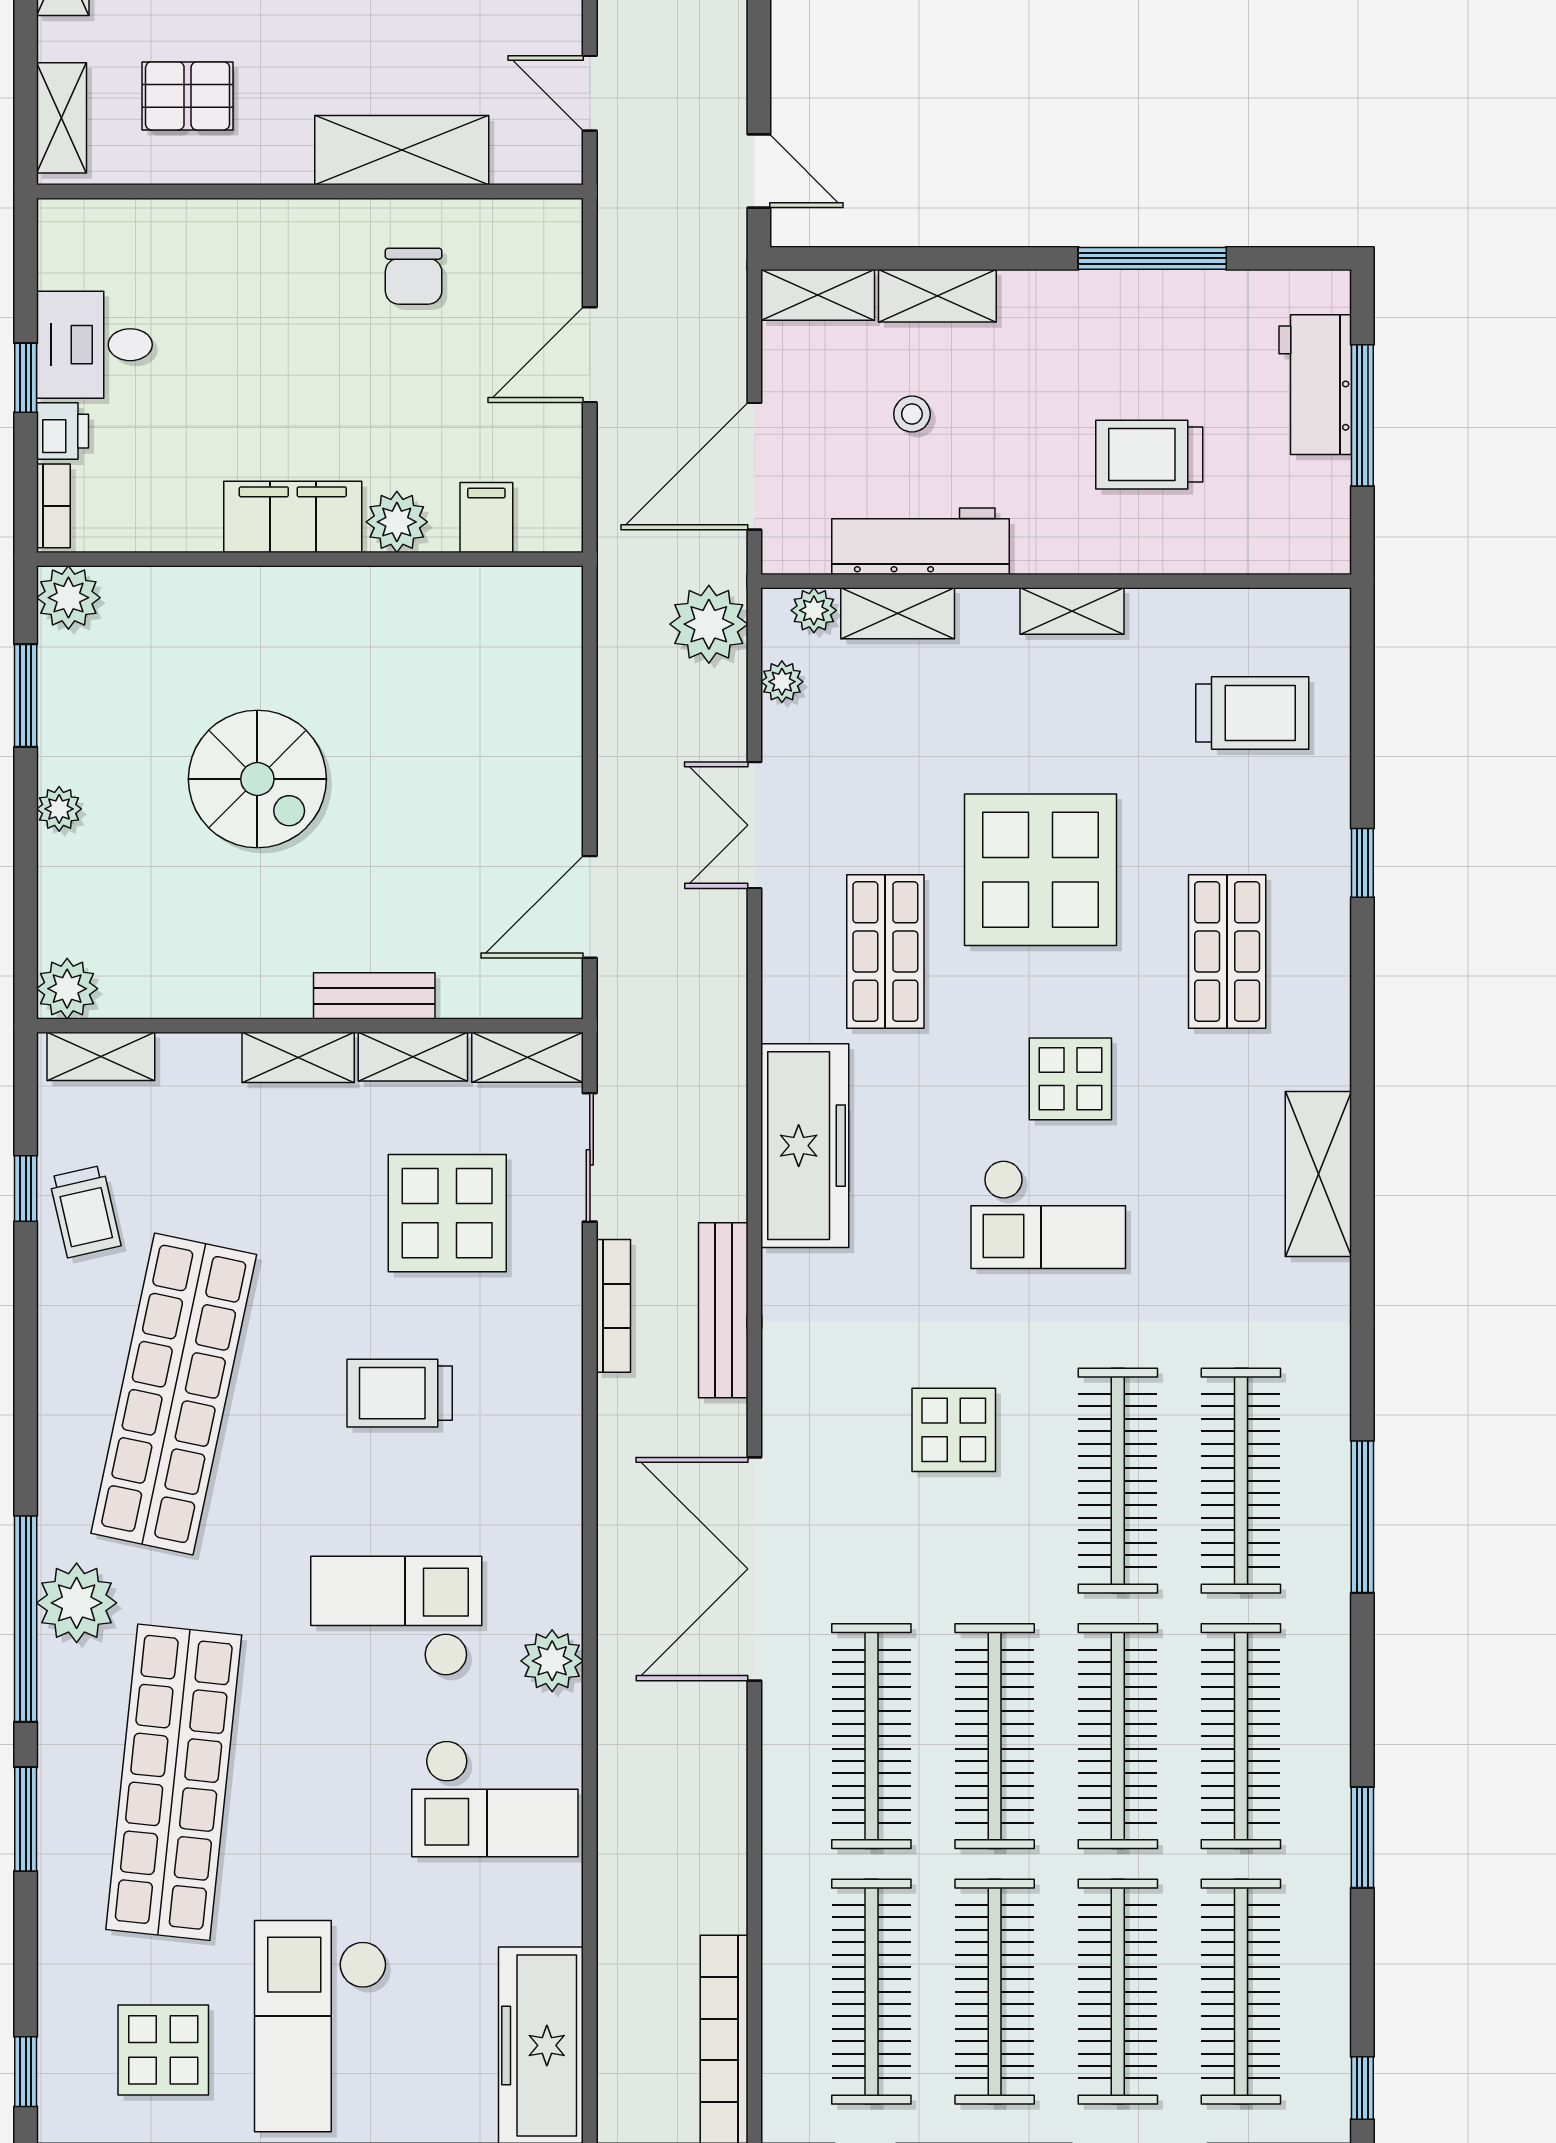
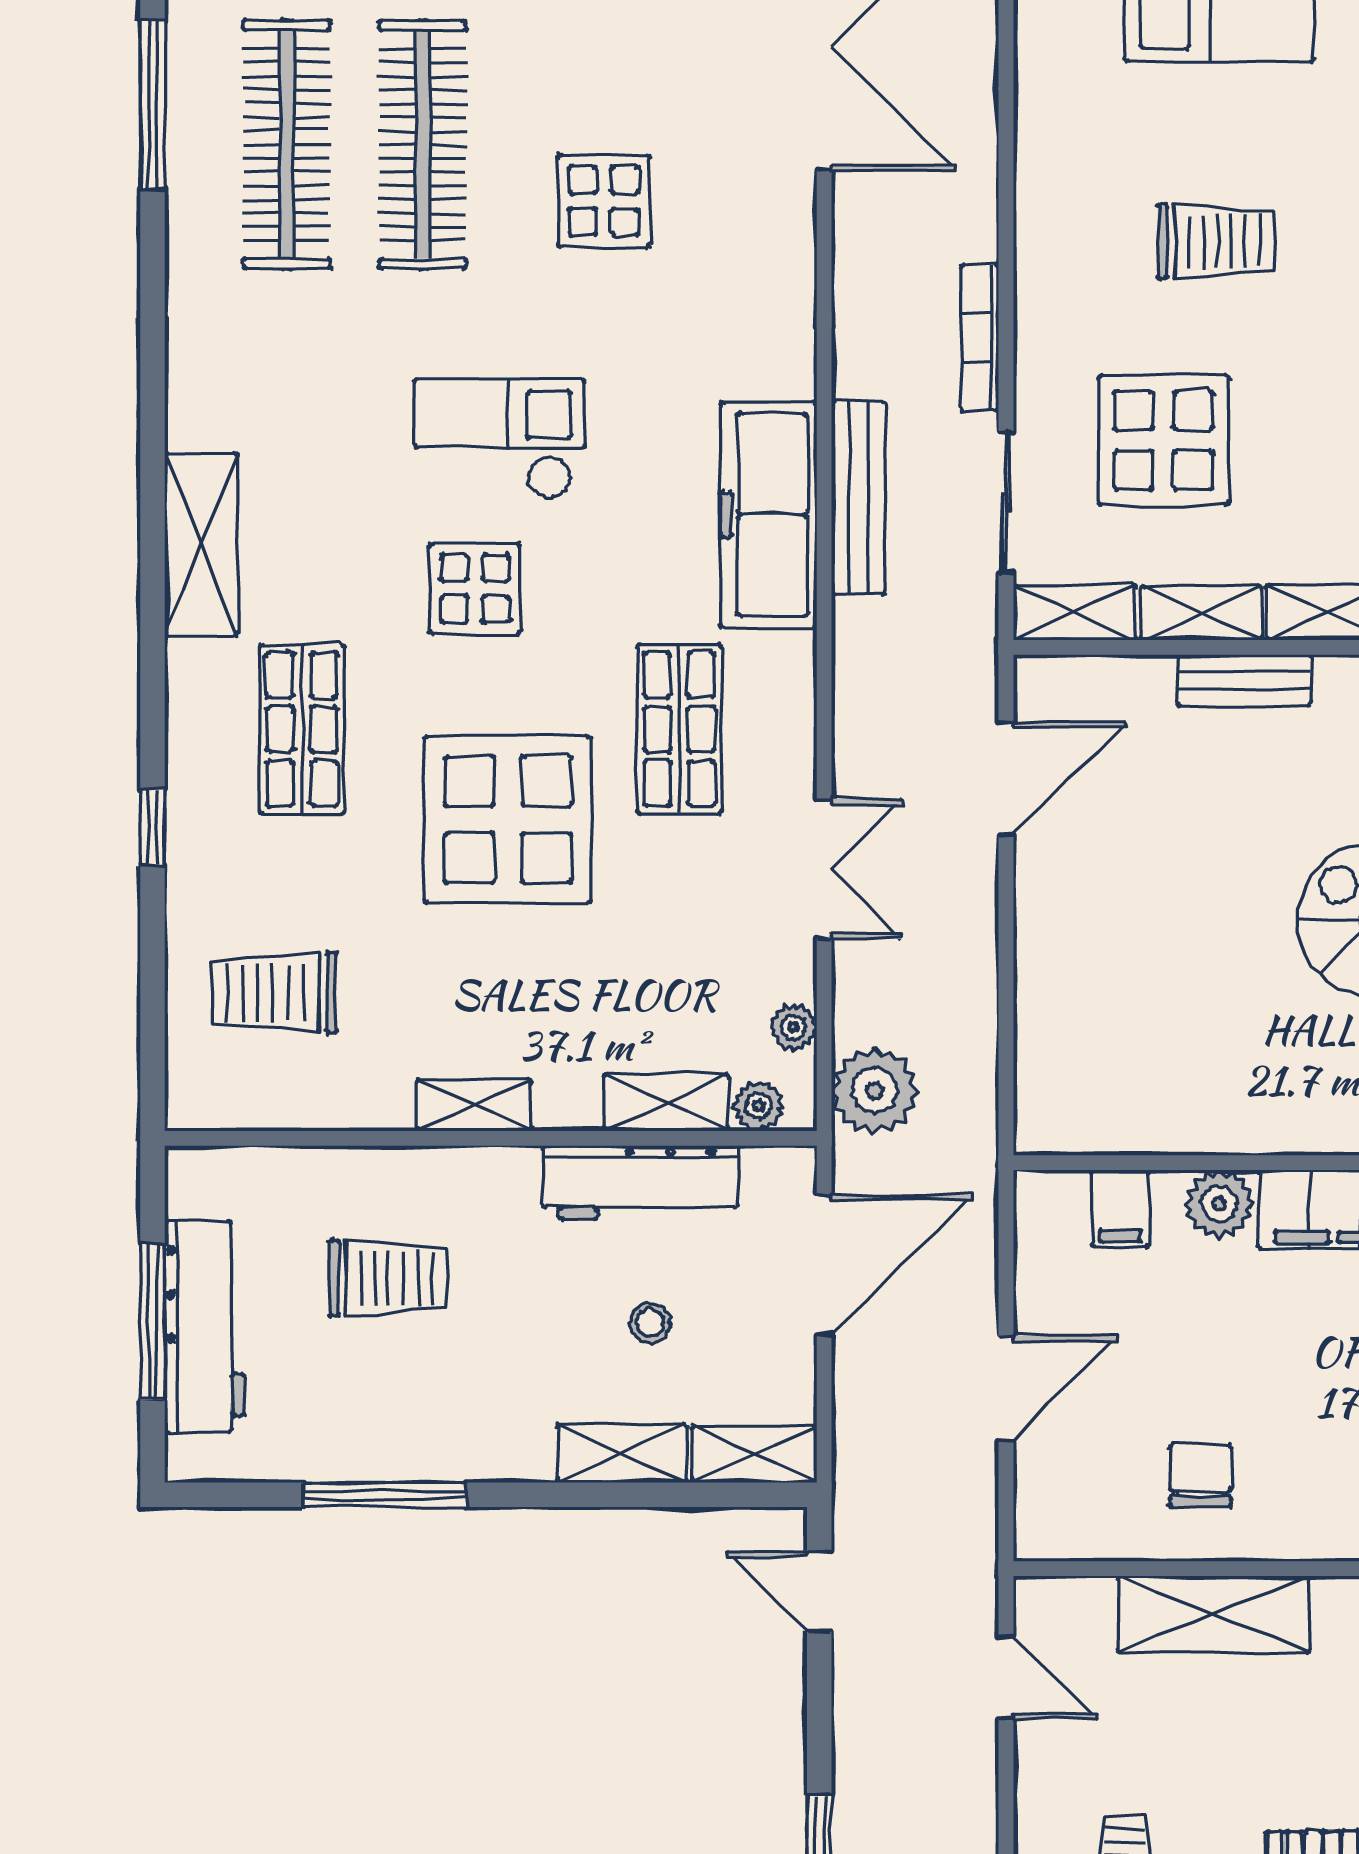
workbench: (1315, 385) -> (205, 1326), width x1.38
shelving: (1318, 1174) -> (201, 545), moved
bench: (723, 1310) -> (859, 498), moved

